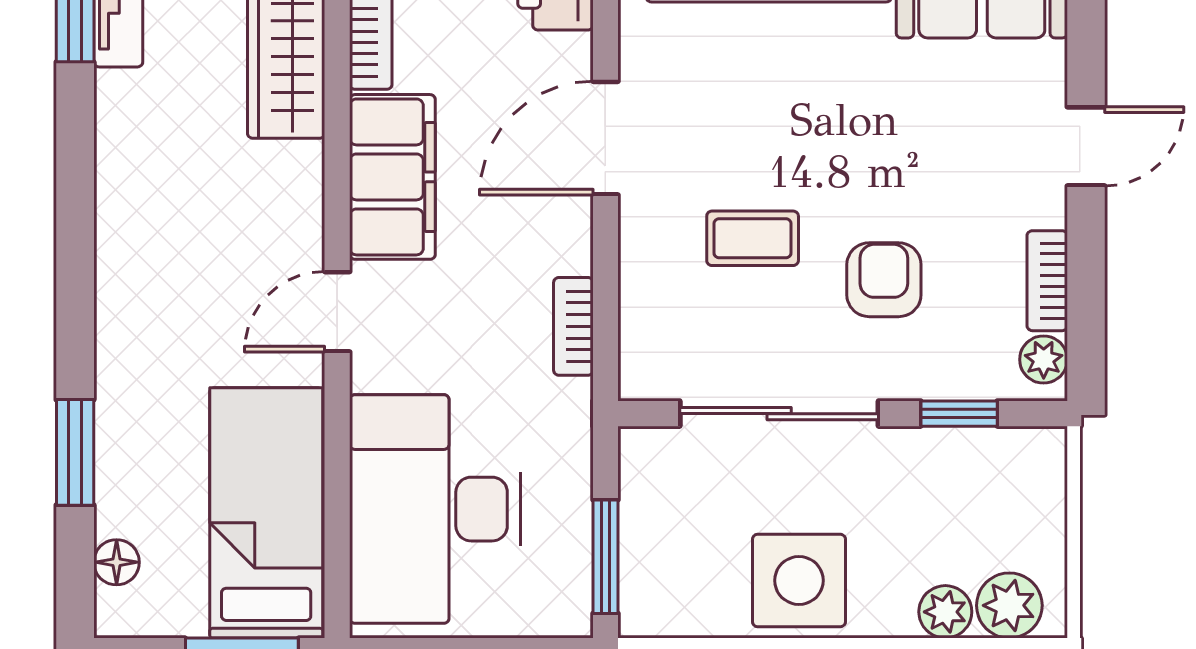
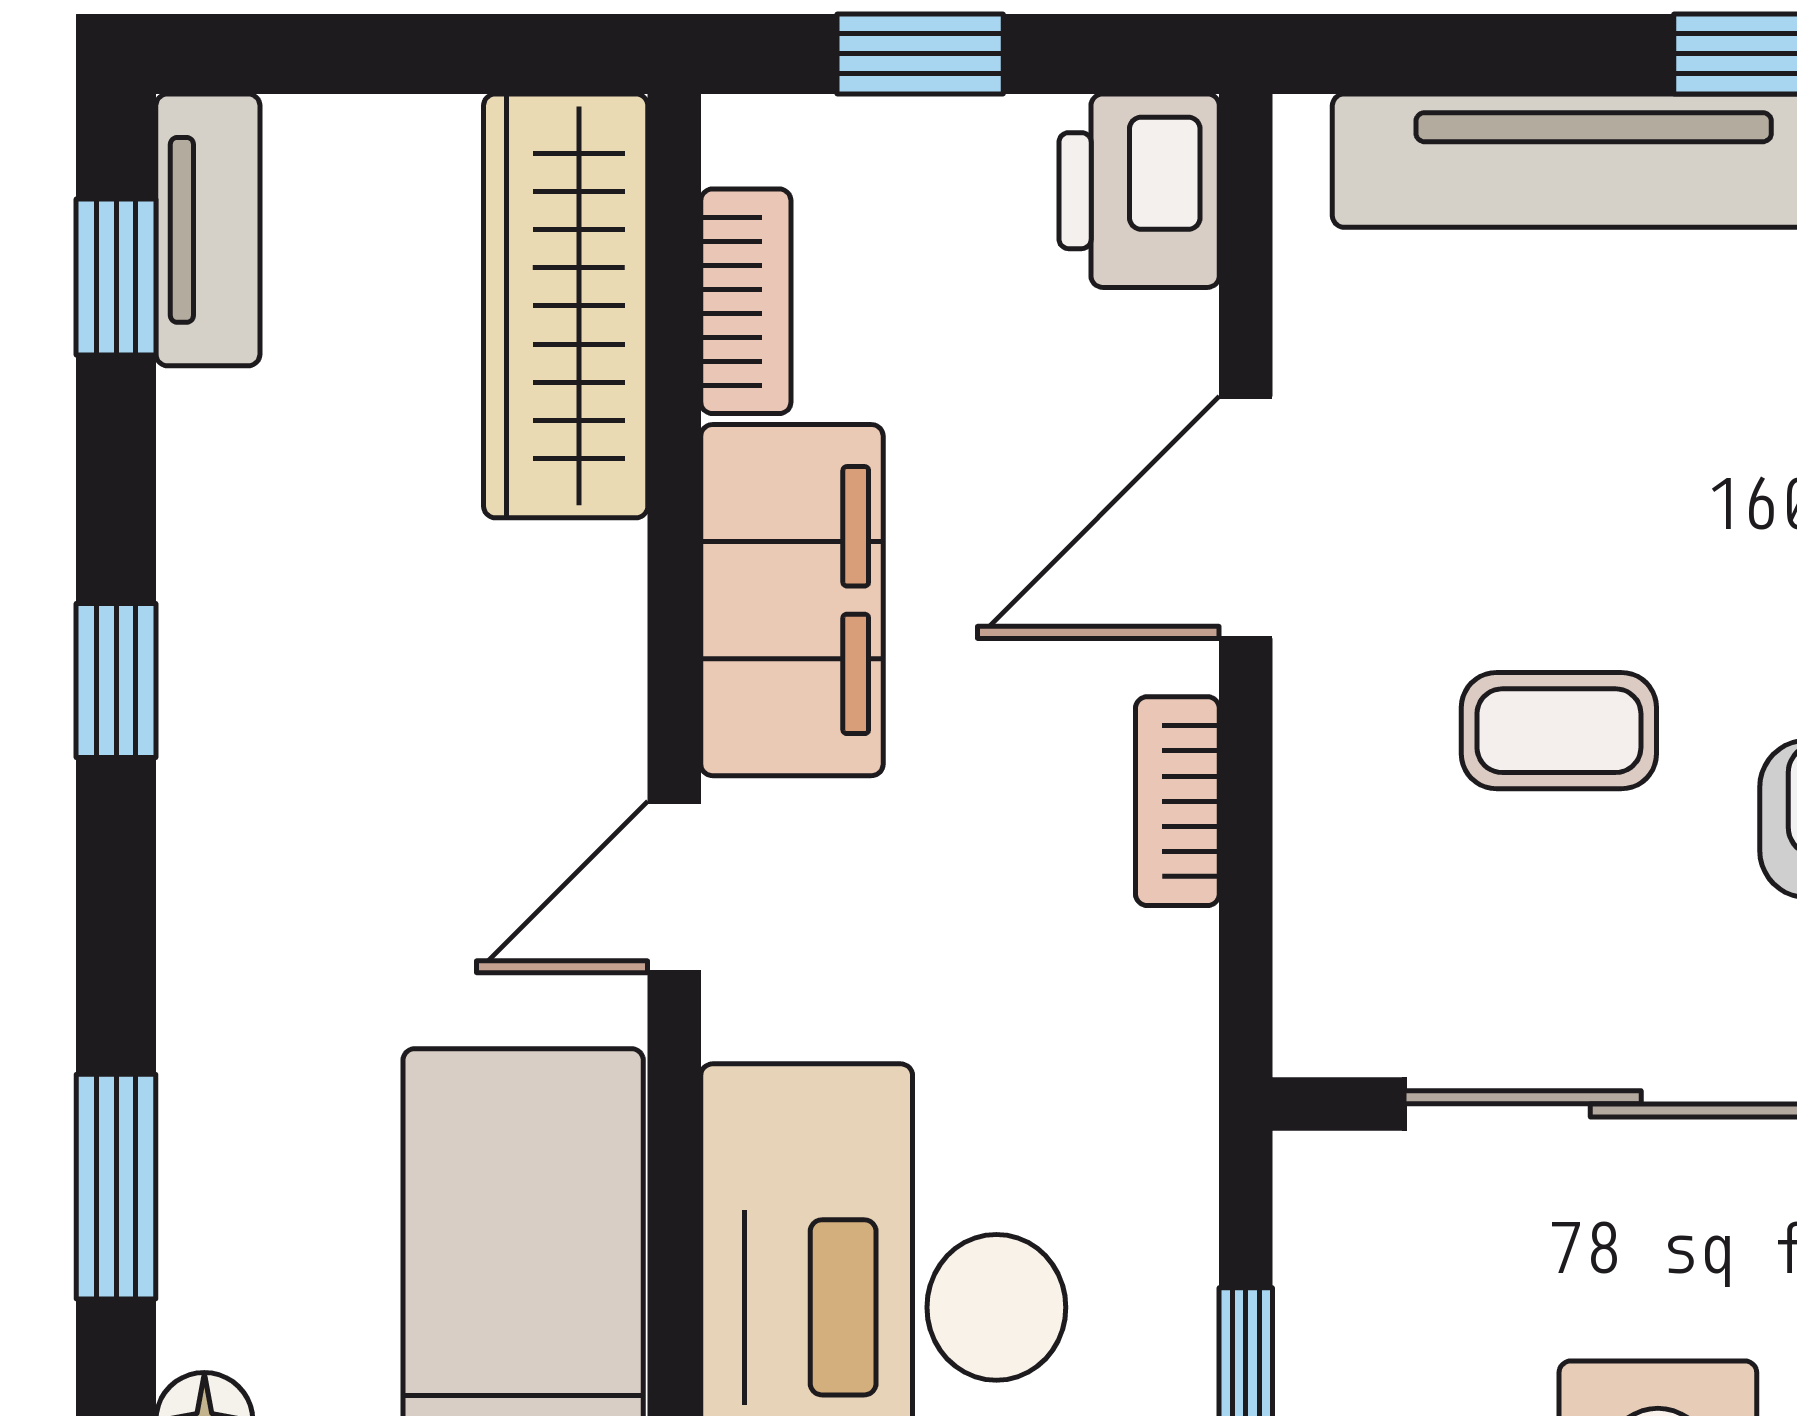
window: (75, 215) -> (116, 681), added
bookcase: (573, 326) -> (1177, 801), moved

